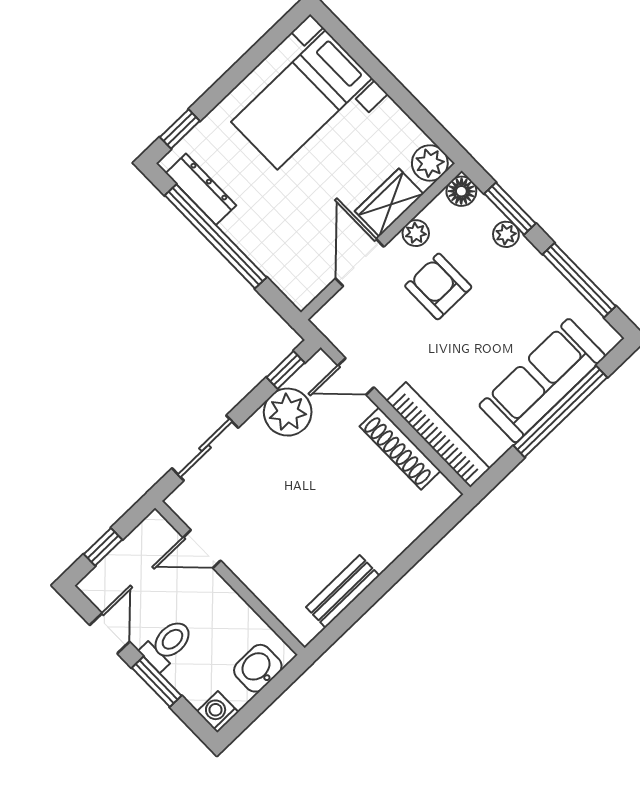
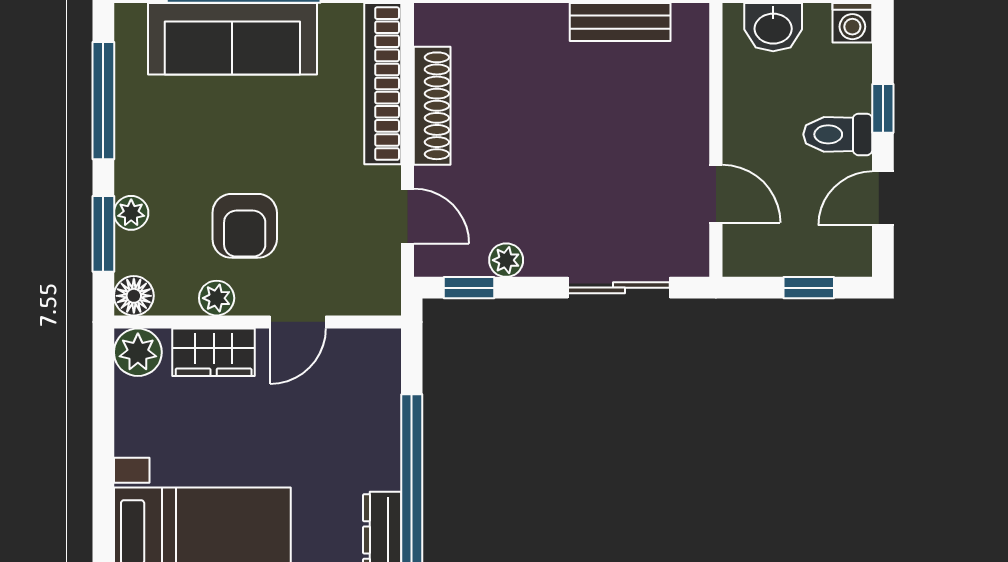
door: (360, 263) -> (298, 322), width x0.73
plant: (288, 412) -> (506, 260), width x0.53, depth x0.53
window: (157, 682) -> (883, 108), width x0.67

